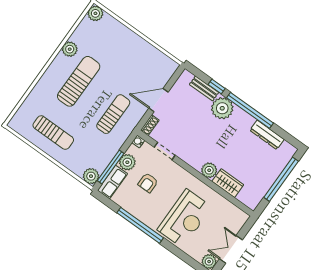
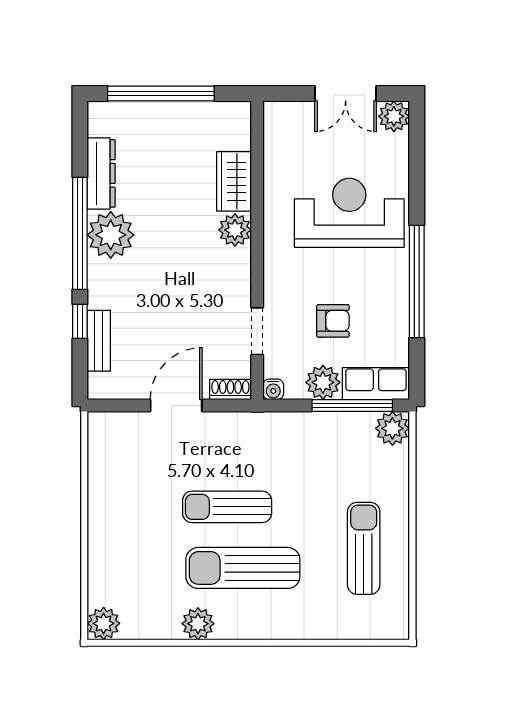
door: (158, 100) -> (176, 405), swing flipped
plant: (222, 108) -> (111, 235), moved
sun lounger: (113, 114) -> (227, 507), moved

